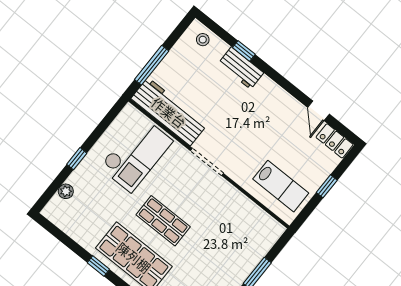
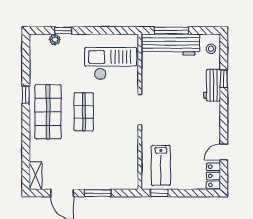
workbench: (169, 112) -> (170, 45), moved, turned 90
checkout: (136, 154) -> (111, 64), turned 180
window: (77, 159) -> (63, 31), moved
window: (327, 186) -> (159, 193), moved

